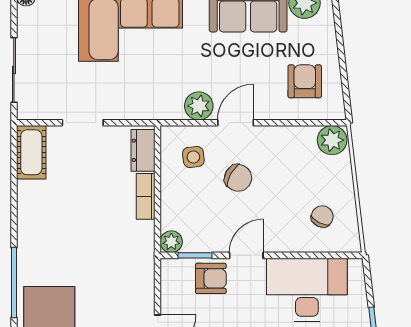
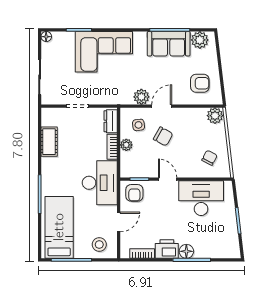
armchair: (305, 81) -> (200, 83), turned 90
cot: (31, 152) -> (49, 142), moved
plant: (171, 242) -> (126, 145), moved
door: (246, 255) -> (168, 179), hinge flipped
desk: (123, 262) -> (100, 183), added
armchair: (211, 278) -> (134, 193), moved, turned 90

